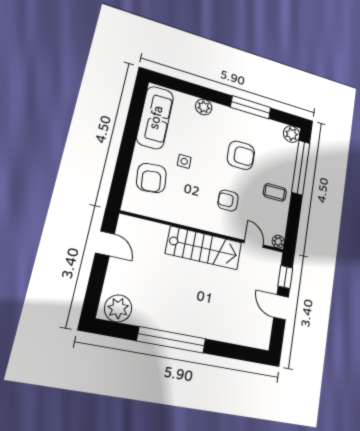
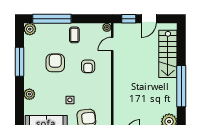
stairs: (204, 248) -> (168, 54), moved, turned 180

